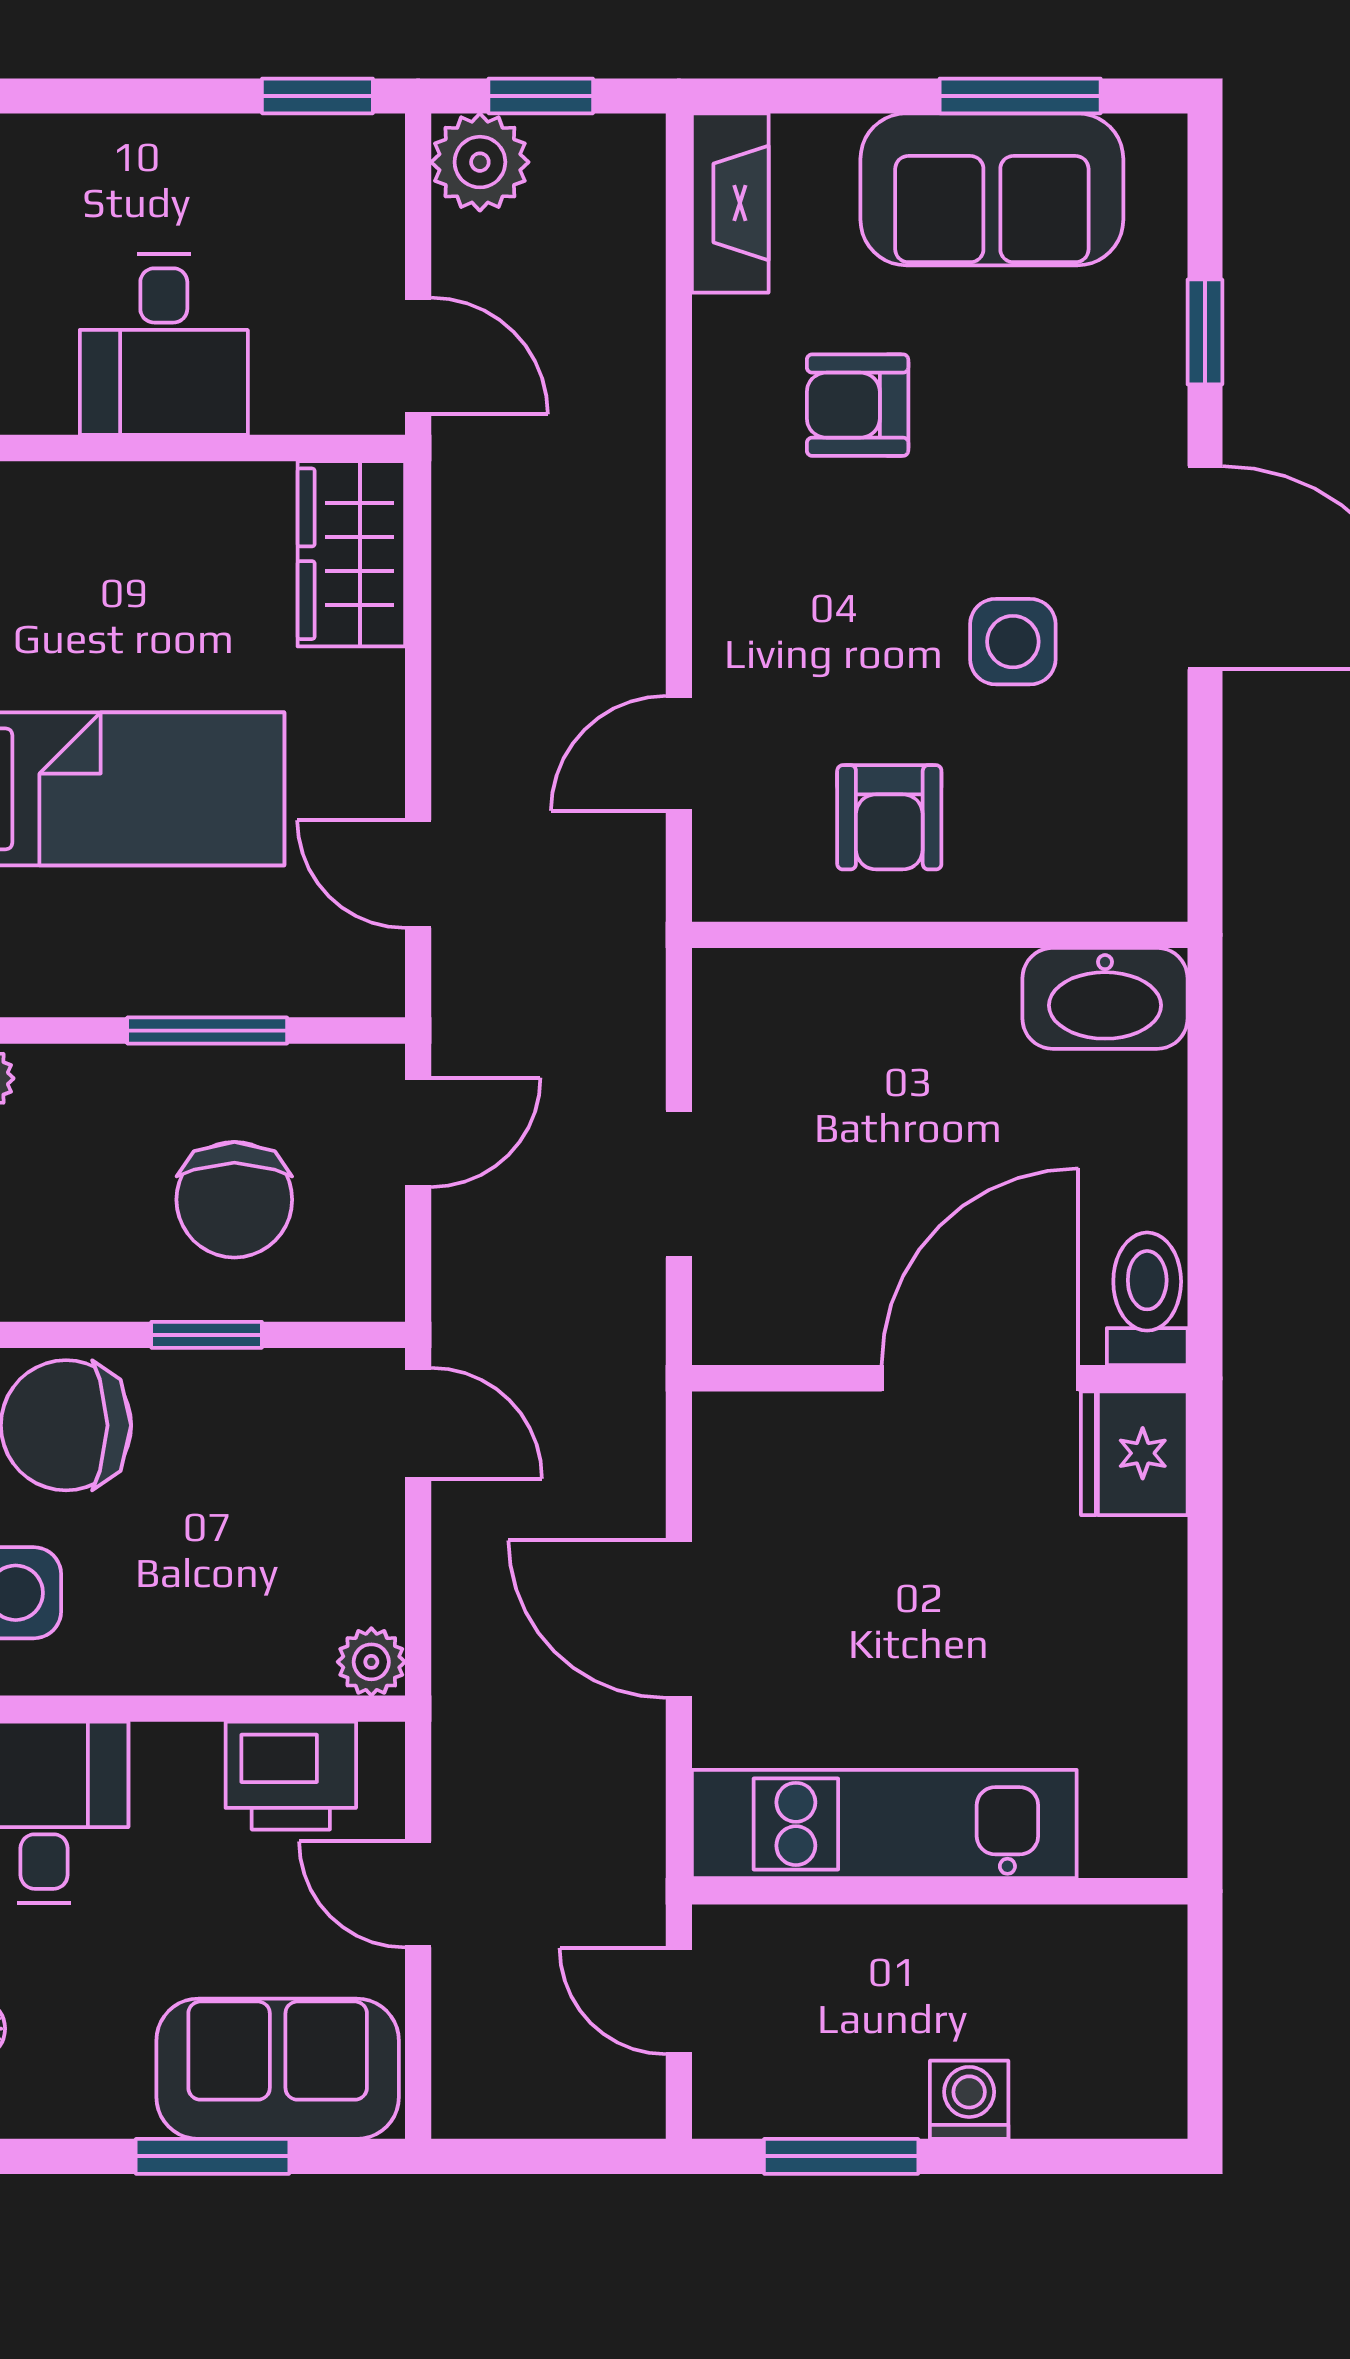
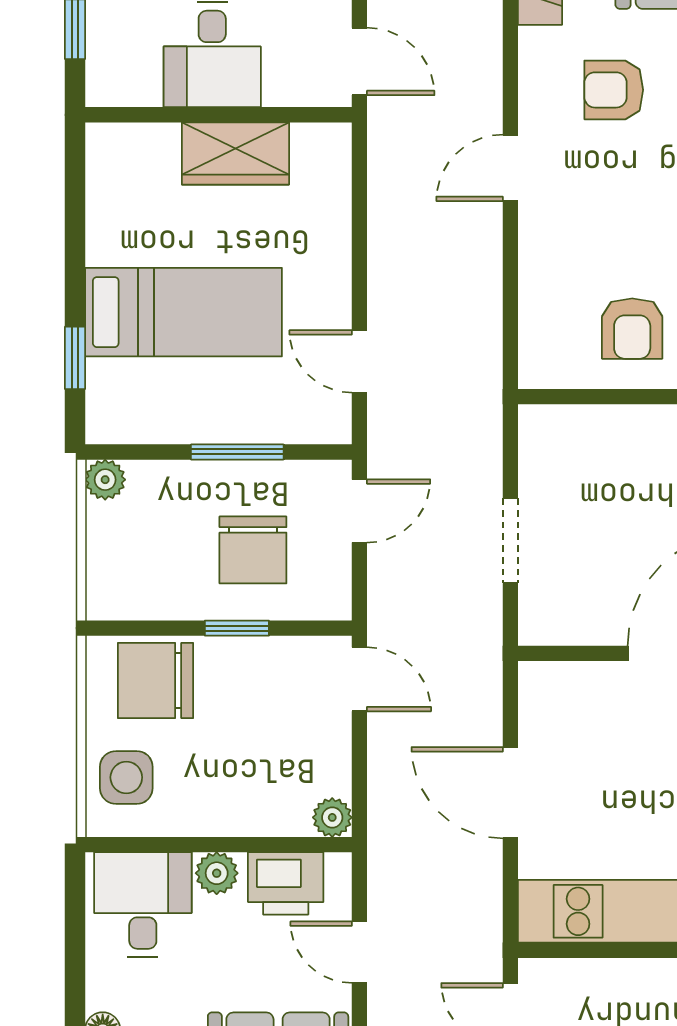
wardrobe: (351, 554) -> (235, 153), moved, turned -90
door: (679, 753) -> (510, 168), moved
plant: (172, 1758) -> (217, 873), added

